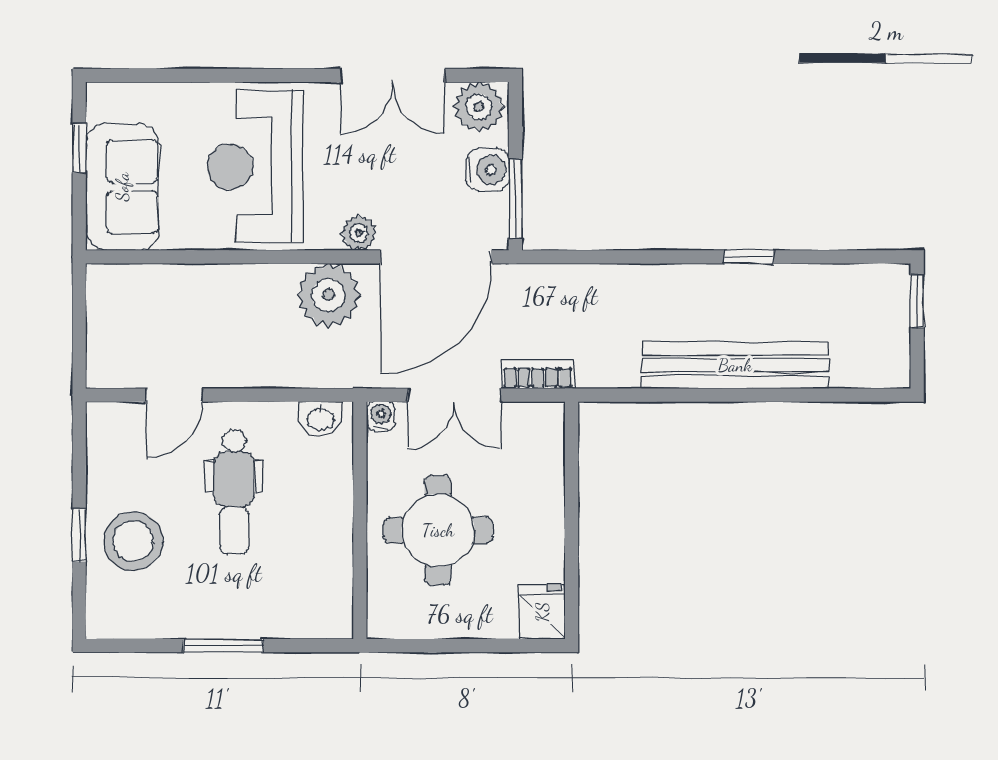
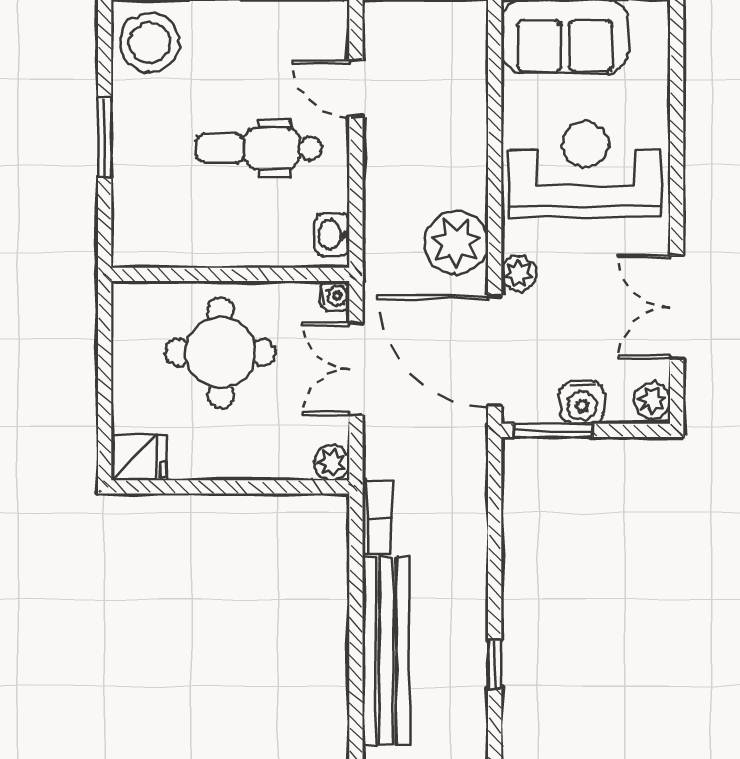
plant: (479, 107) -> (652, 400), width x0.73, depth x0.73
bookcase: (538, 374) -> (377, 517), moved
plant: (547, 419) -> (332, 463), added
stool: (133, 541) -> (150, 43), moved

